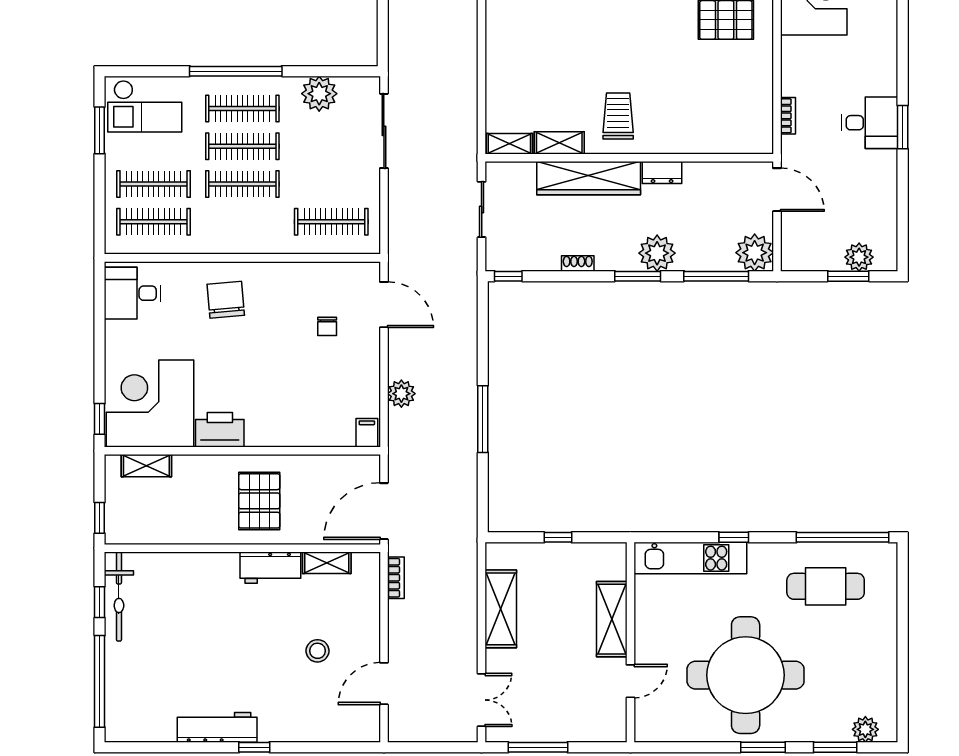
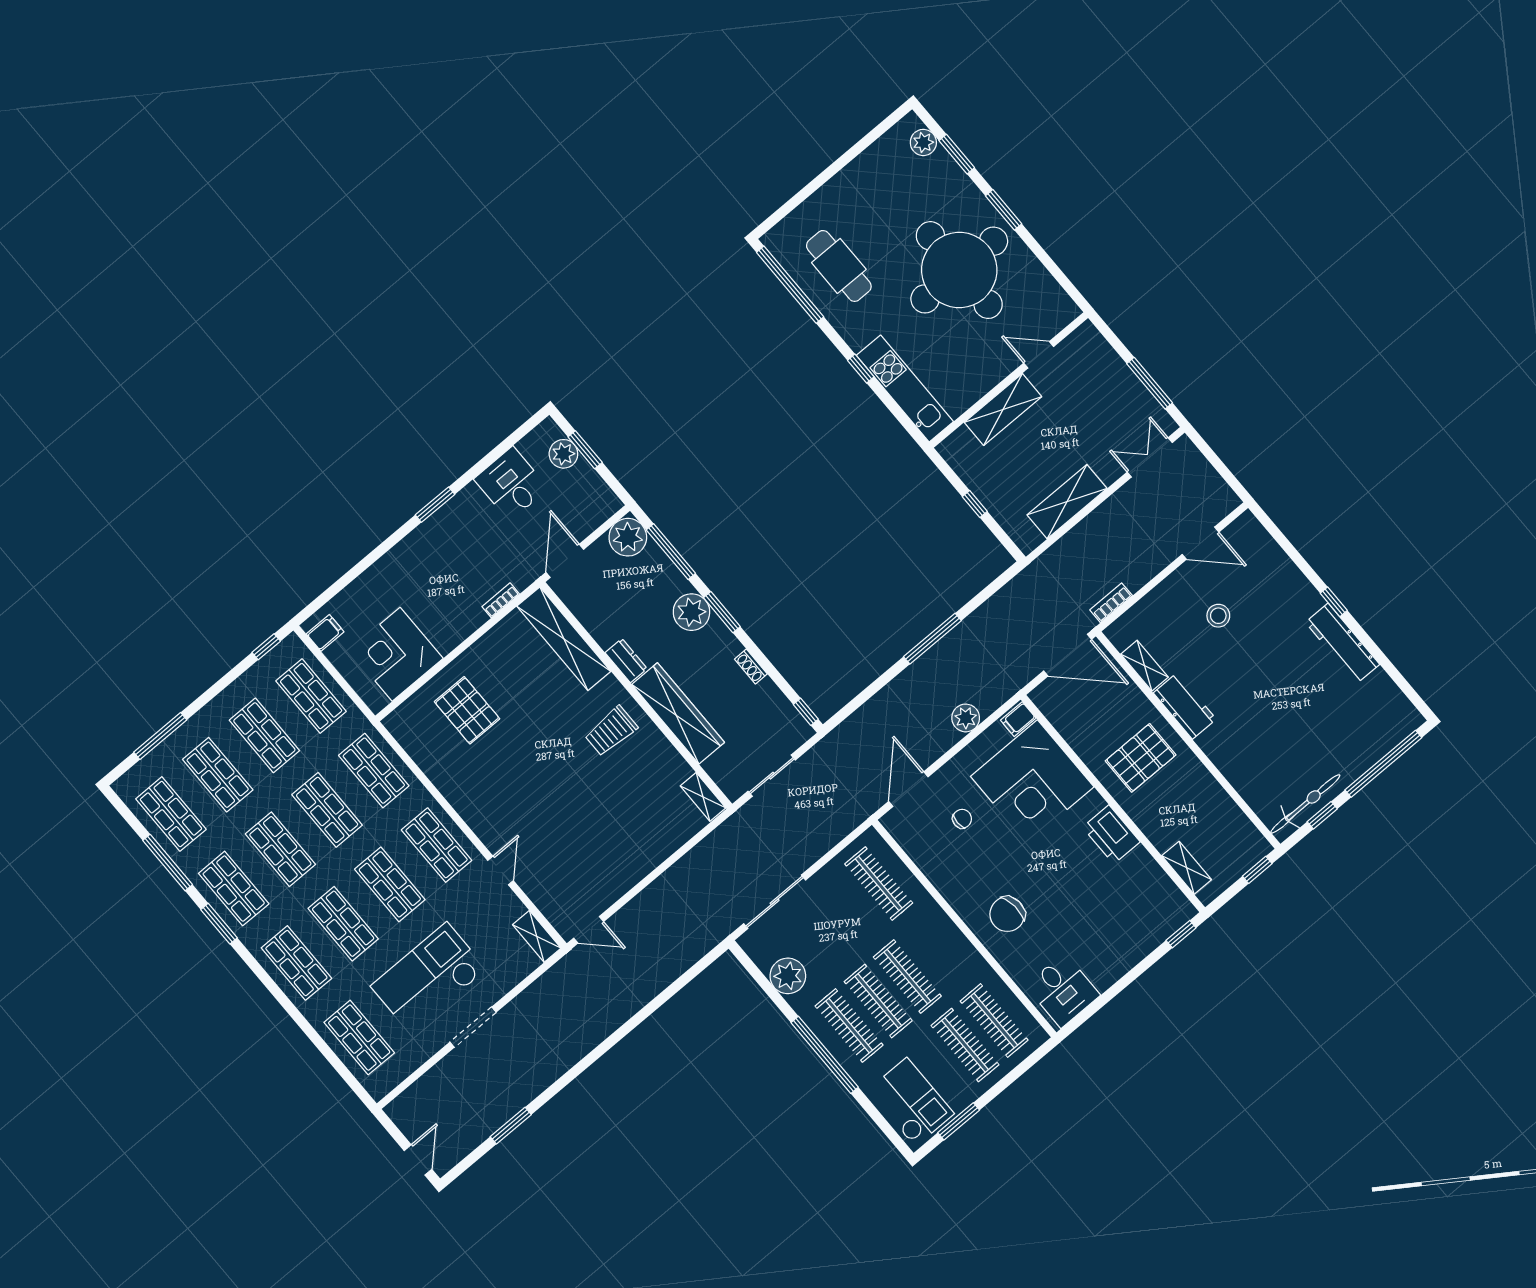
desk: (870, 123) -> (511, 484), moved
shelving: (559, 143) -> (564, 639), moved, width x2.20, depth x1.33
corner desk: (150, 403) -> (1032, 782), moved

